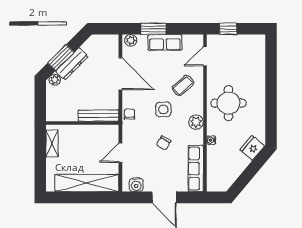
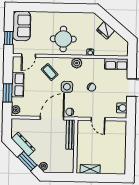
sofa: (245, 46) -> (22, 26), added
door: (205, 56) -> (29, 55), hinge flipped
dresser: (72, 64) -> (23, 144), moved
door: (120, 74) -> (52, 118), moved
fridge: (252, 148) -> (106, 30), moved
row of seats: (196, 169) -> (116, 64), width x0.68
shelving: (87, 183) -> (120, 144), removed

